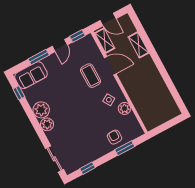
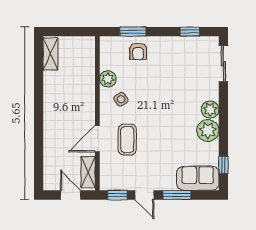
shelving: (139, 45) -> (51, 54), moved
door: (60, 46) -> (144, 195), swing flipped
door: (110, 66) -> (97, 139), hinge flipped

